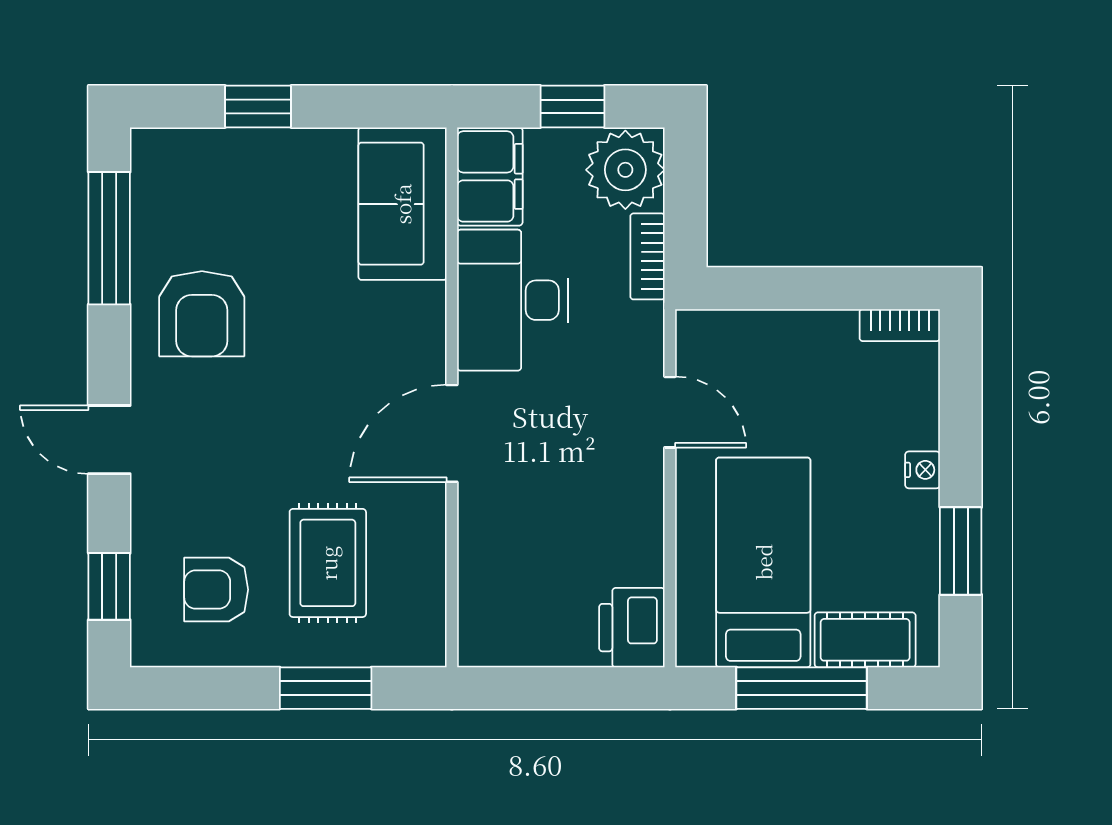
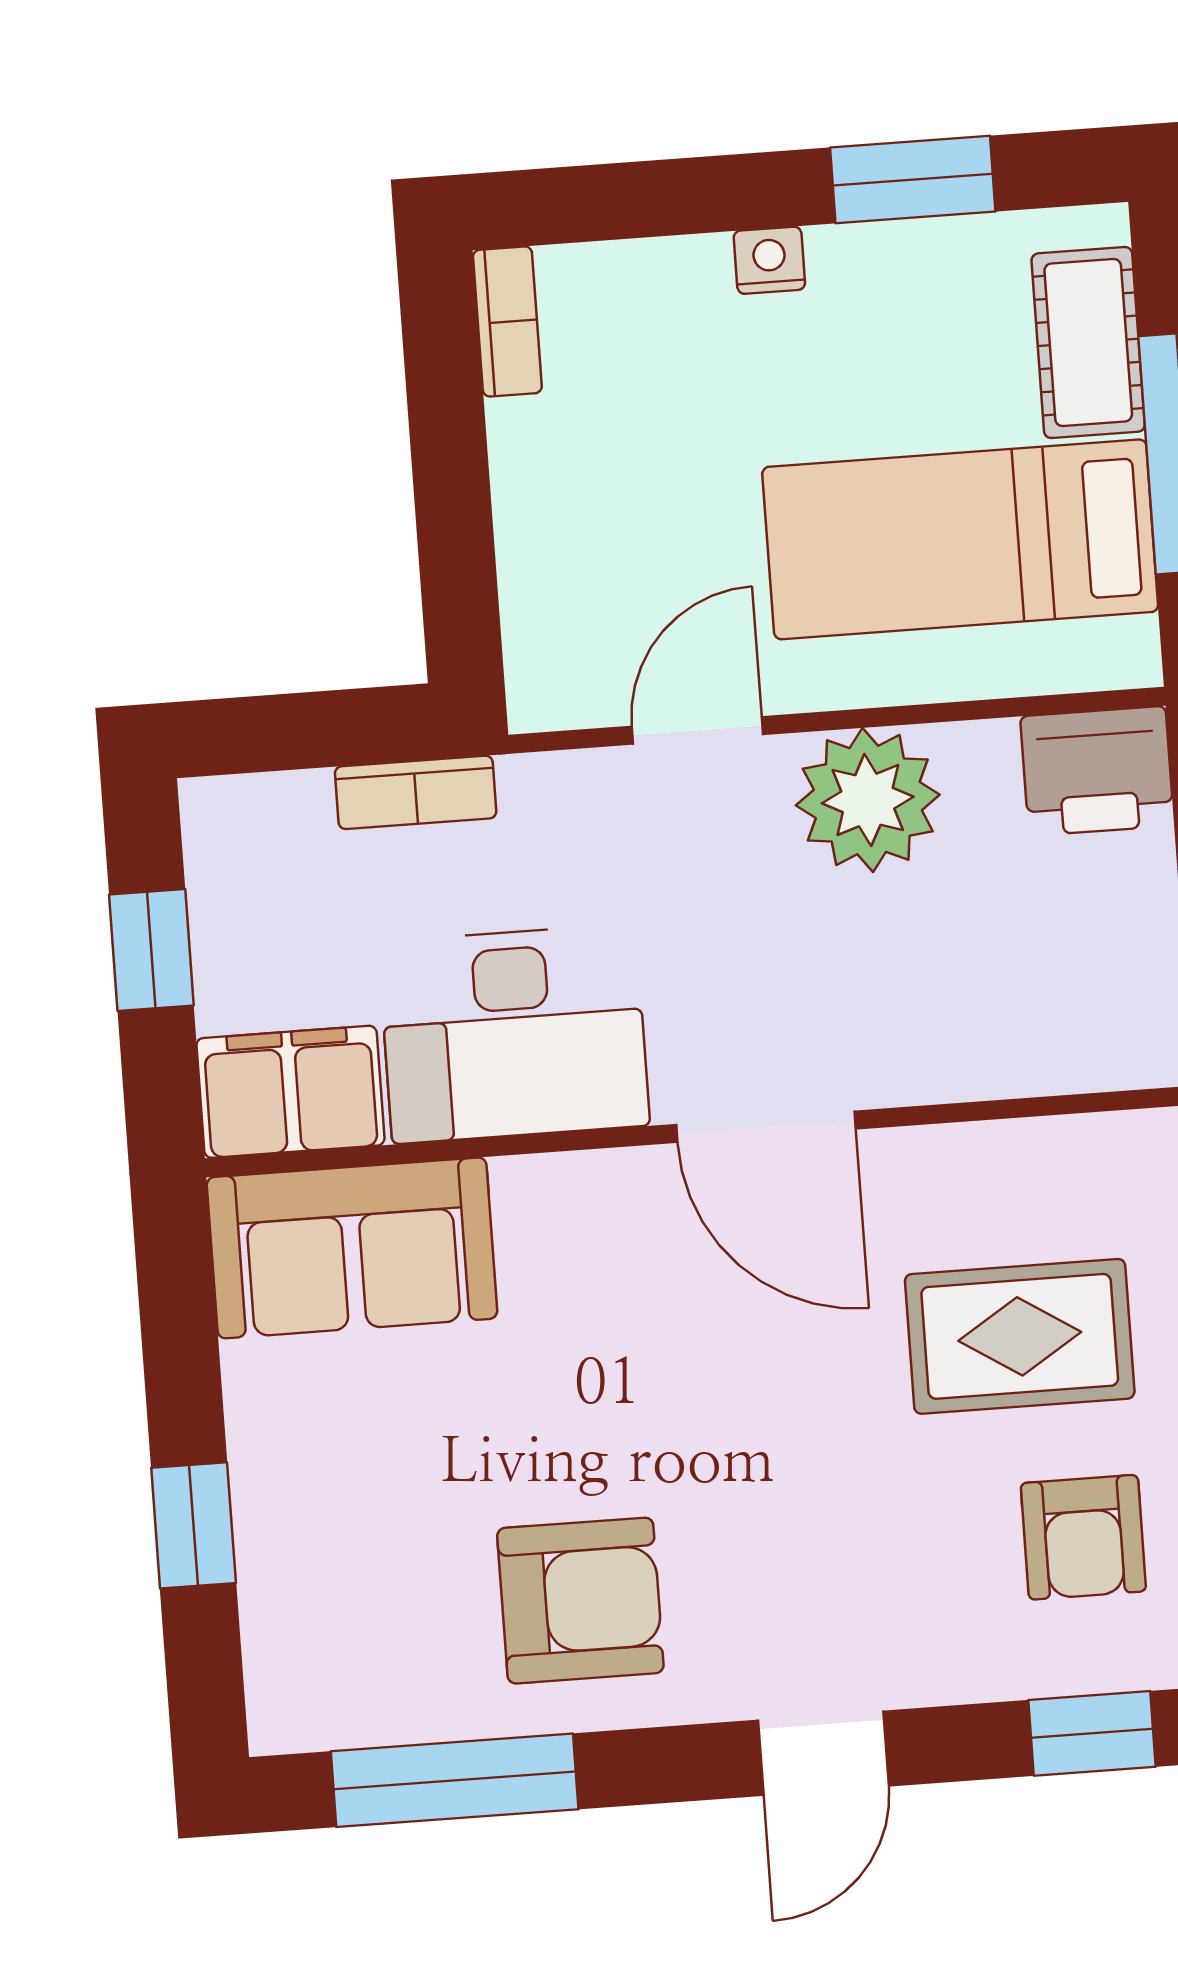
plant: (625, 170) -> (868, 800), moved

